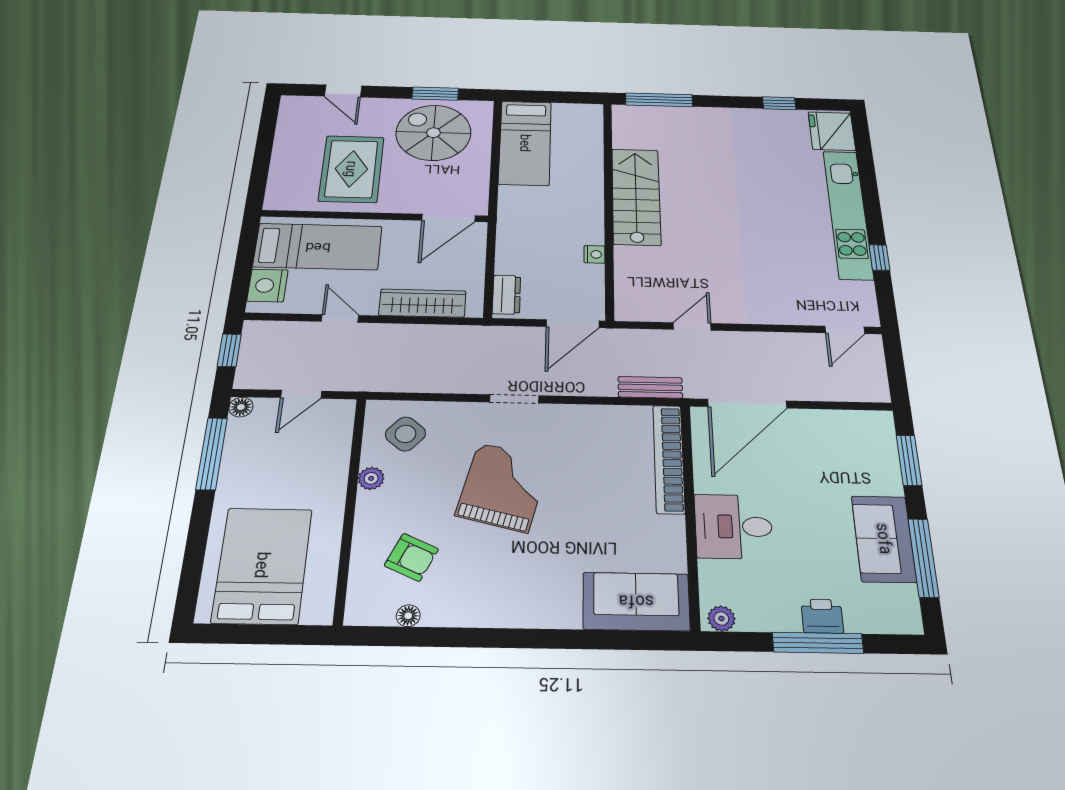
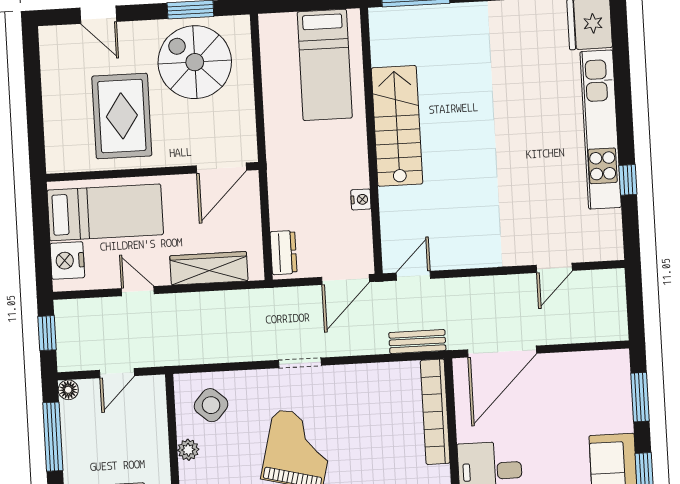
bed: (525, 143) -> (325, 65), moved
door: (692, 326) -> (413, 276), moved
door: (845, 330) -> (554, 268), moved

